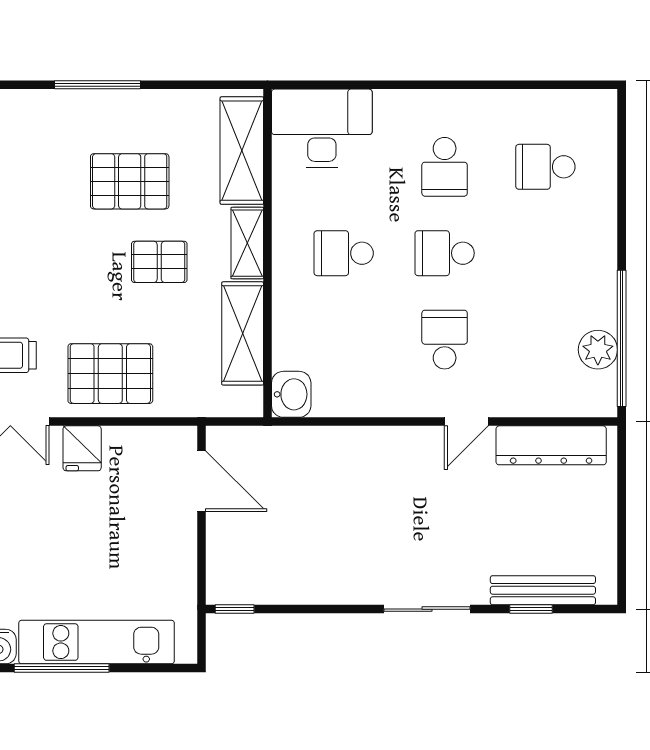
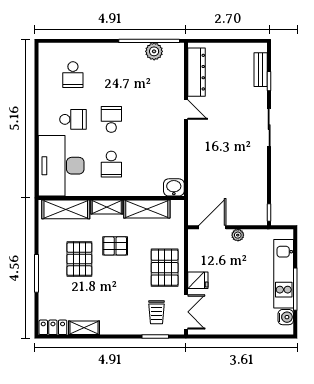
desk: (322, 128) -> (61, 166), width x1.36, depth x1.30
school desk: (445, 253) -> (111, 119), turned 180
pallet: (159, 262) -> (115, 246), turned 90
school desk: (445, 340) -> (150, 119), removed
plant: (184, 538) -> (238, 235), added
bench: (543, 590) -> (261, 70), width x0.73

